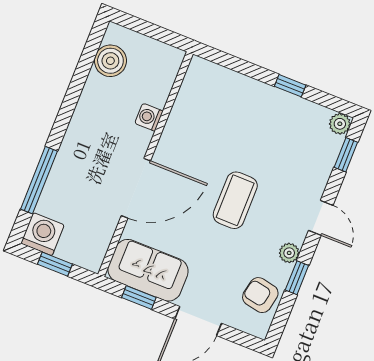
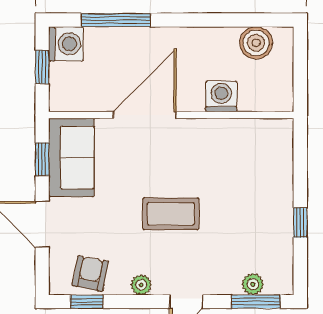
washing machine: (149, 117) -> (221, 96), width x1.38, depth x1.38
plant: (340, 124) -> (253, 284), moved
window: (346, 155) -> (256, 302), width x1.50
door: (136, 188) -> (145, 115), swing flipped
window: (297, 278) -> (87, 302), moved

